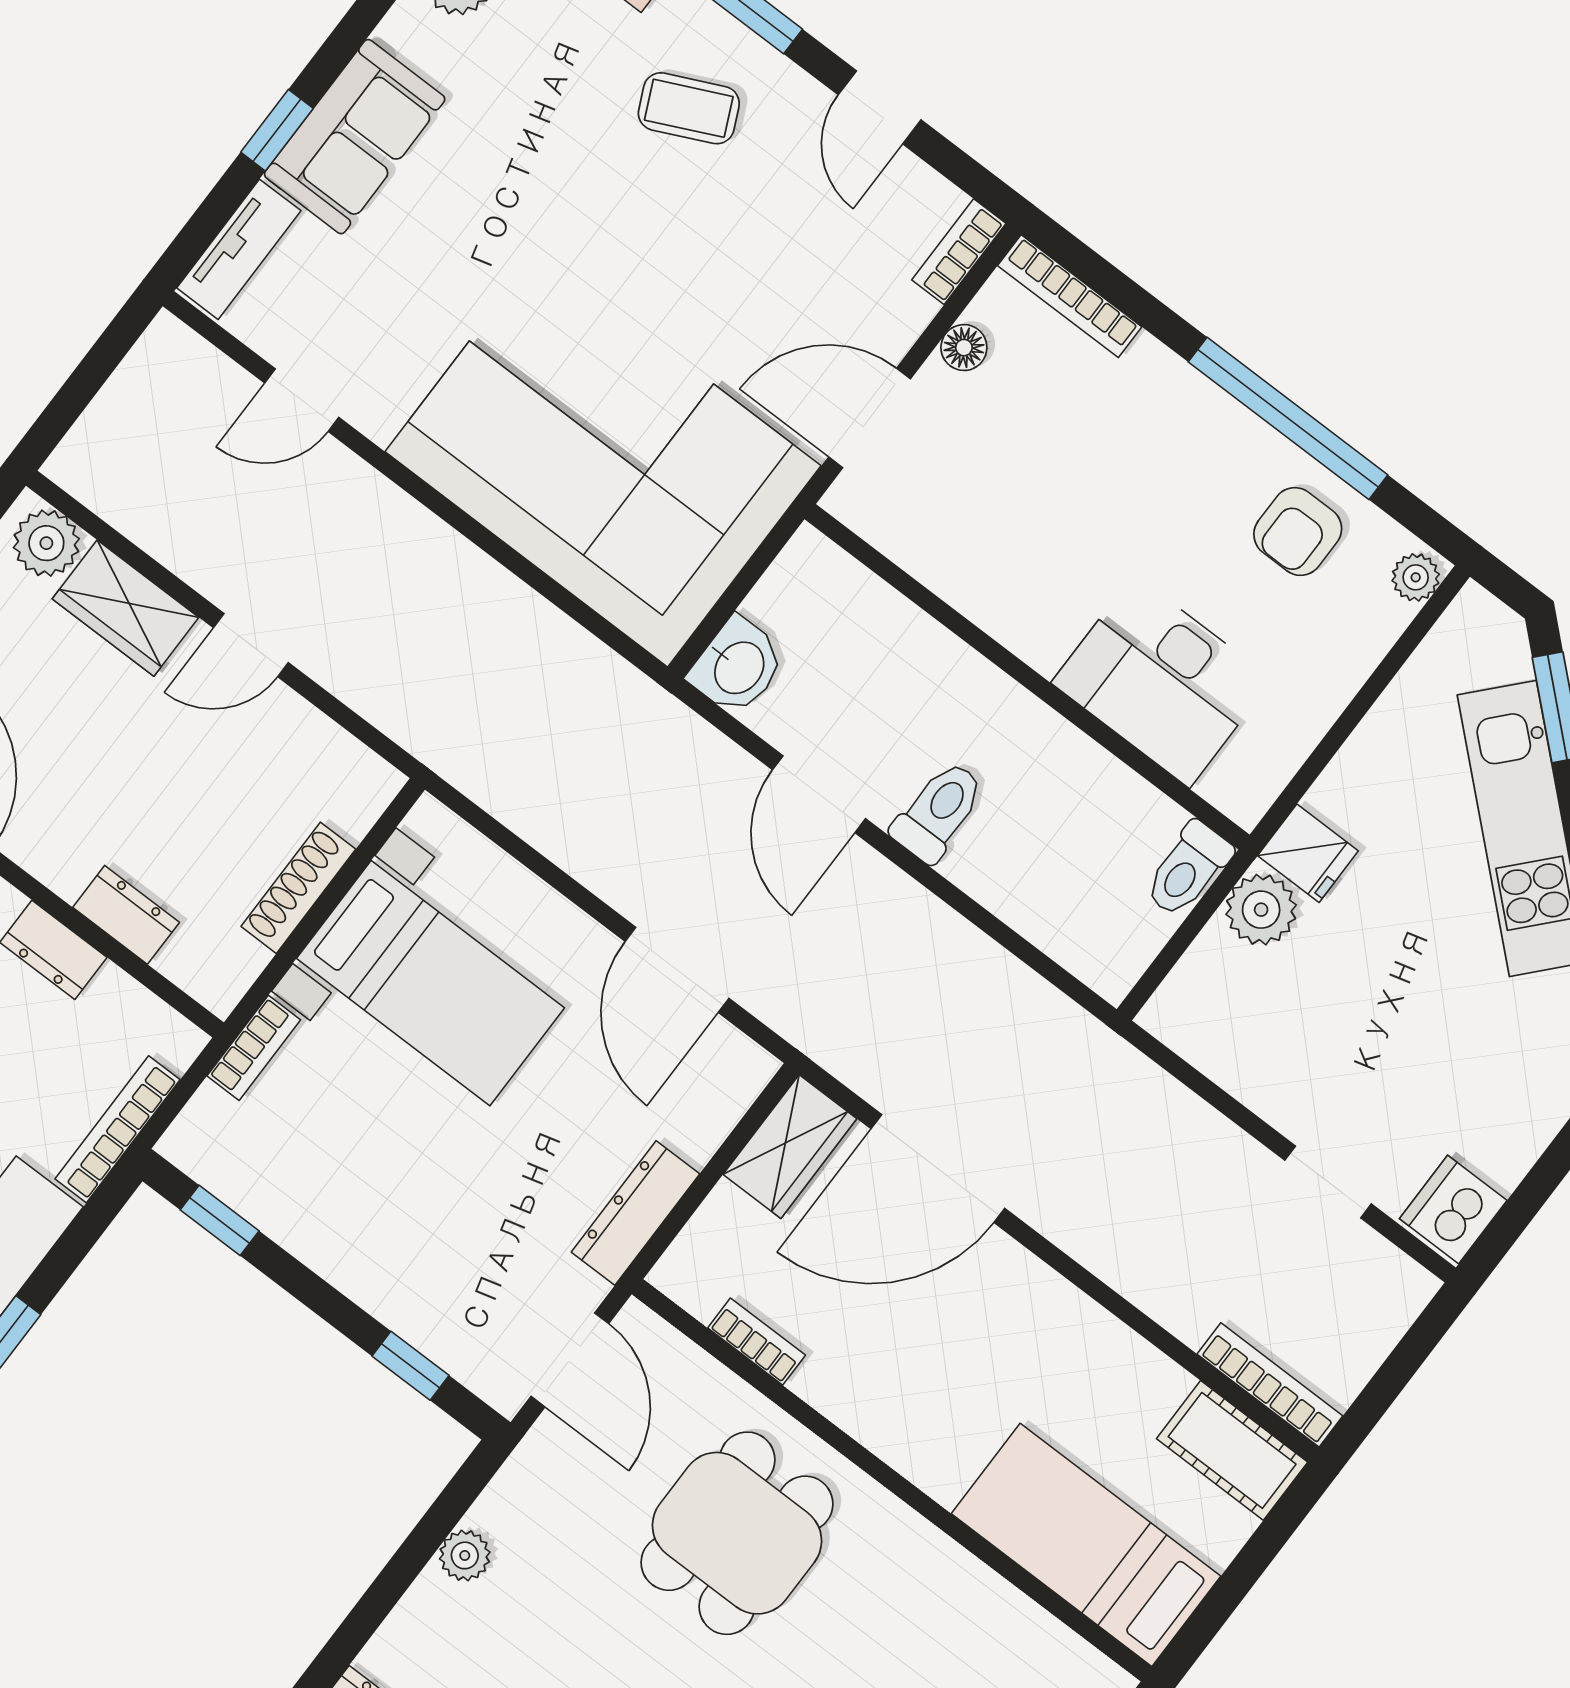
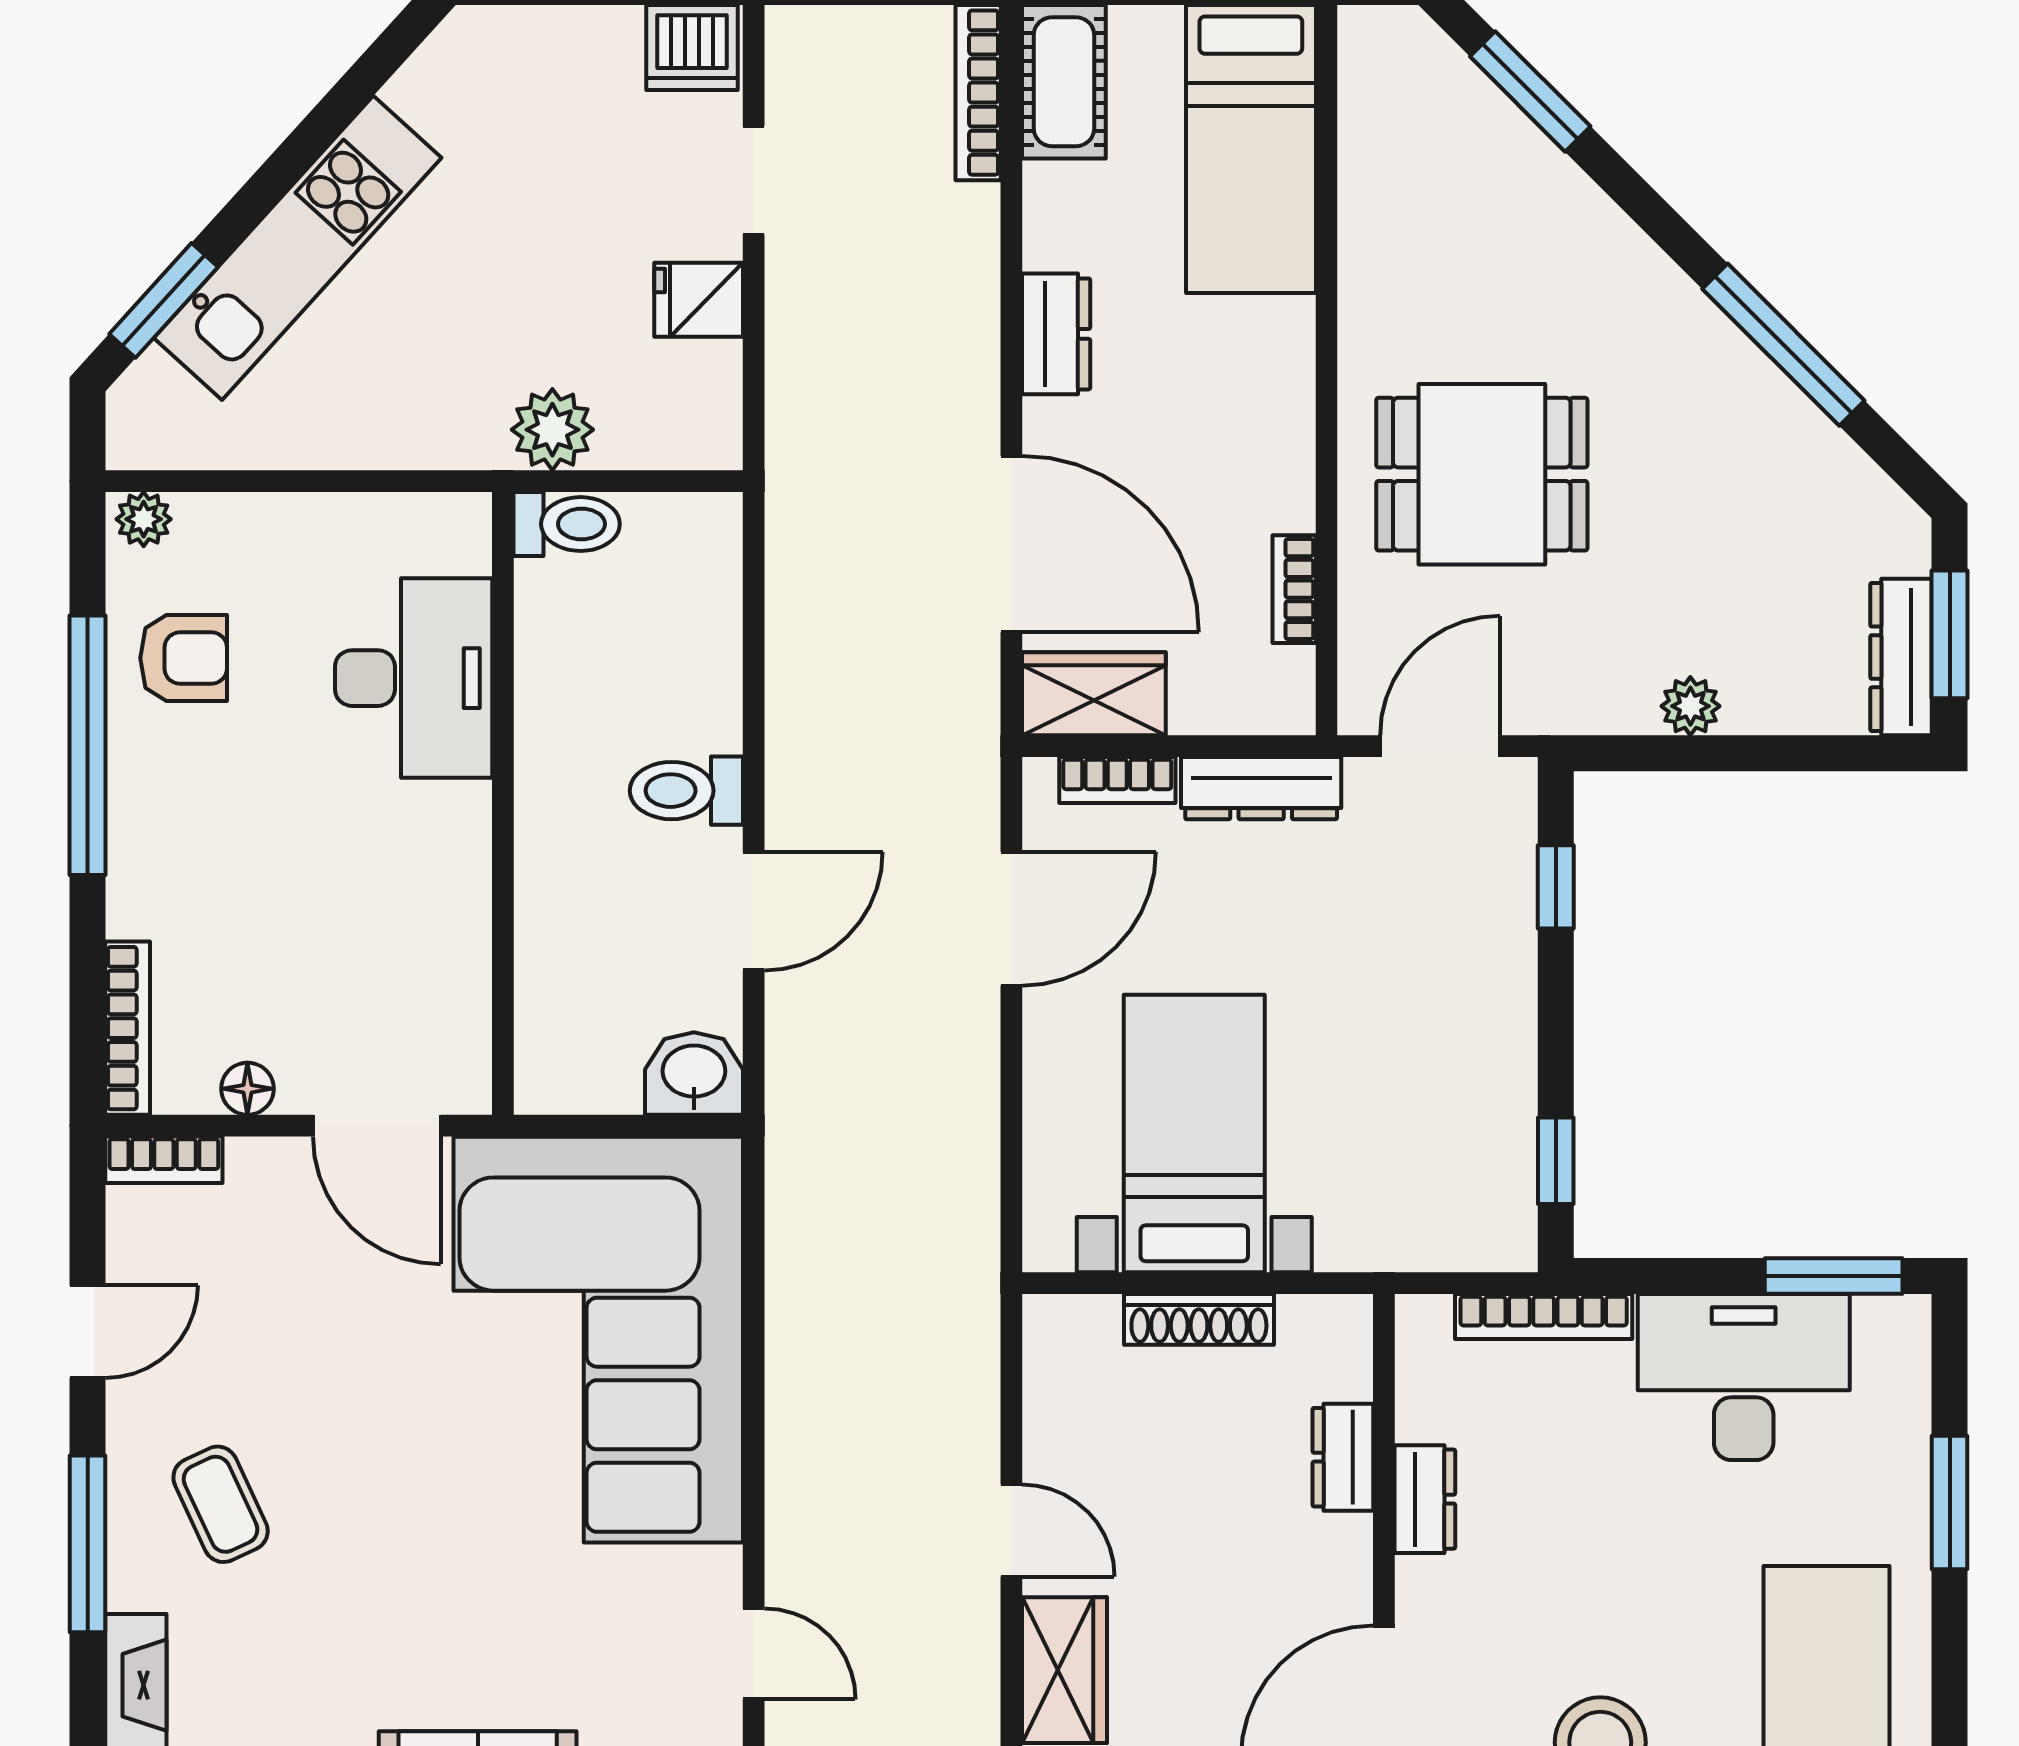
fridge: (1308, 853) -> (699, 300), moved, turned -90
bookcase: (254, 1048) -> (1117, 780), moved, turned 180
dresser: (1061, 1311) -> (1056, 334), added

